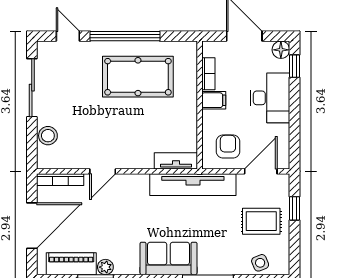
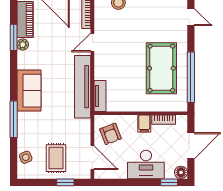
door: (68, 36) -> (191, 17), hinge flipped
window: (125, 36) -> (191, 77), moved
armchair: (228, 146) -> (111, 134), turned 69
door: (103, 171) -> (92, 42), hinge flipped
tv unit: (193, 185) -> (83, 87), moved

